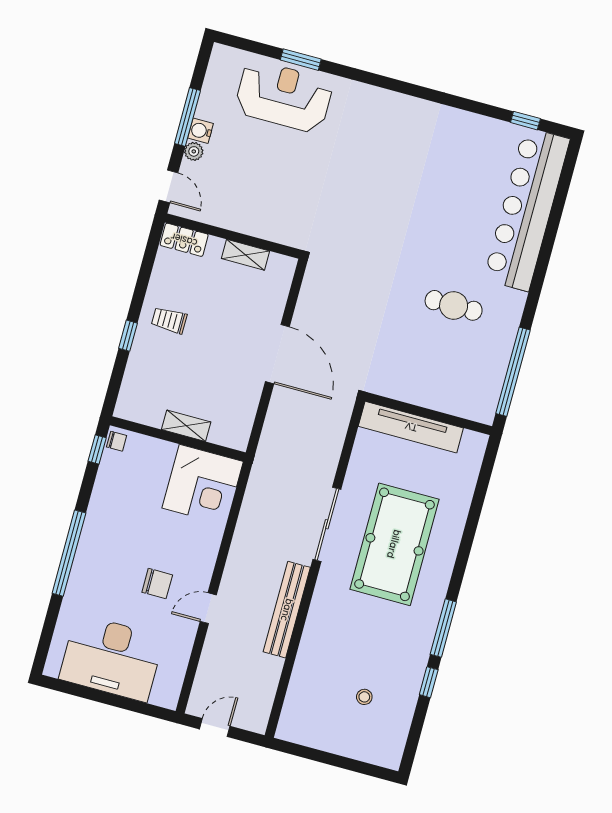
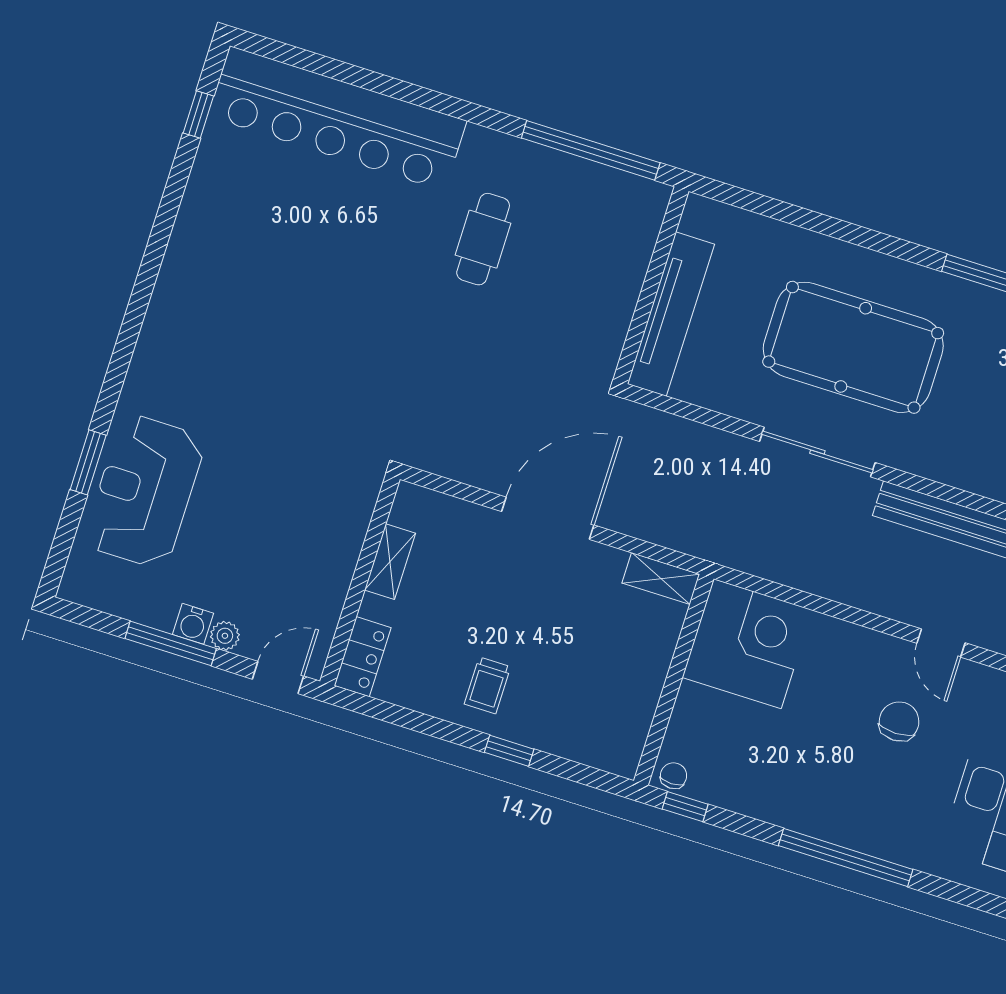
shelving: (186, 426) -> (661, 579), moved, turned 90

